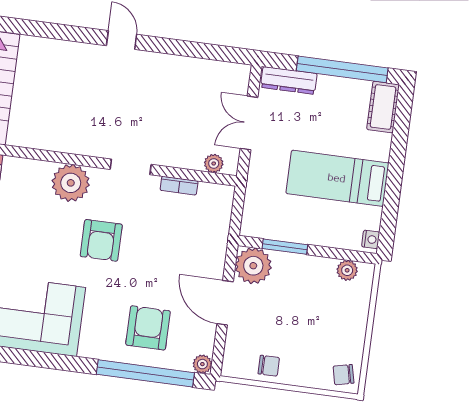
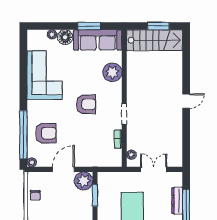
dresser: (289, 80) -> (177, 201), moved
plant: (71, 183) -> (112, 72), moved
armchair: (101, 240) -> (86, 104), turned 180

